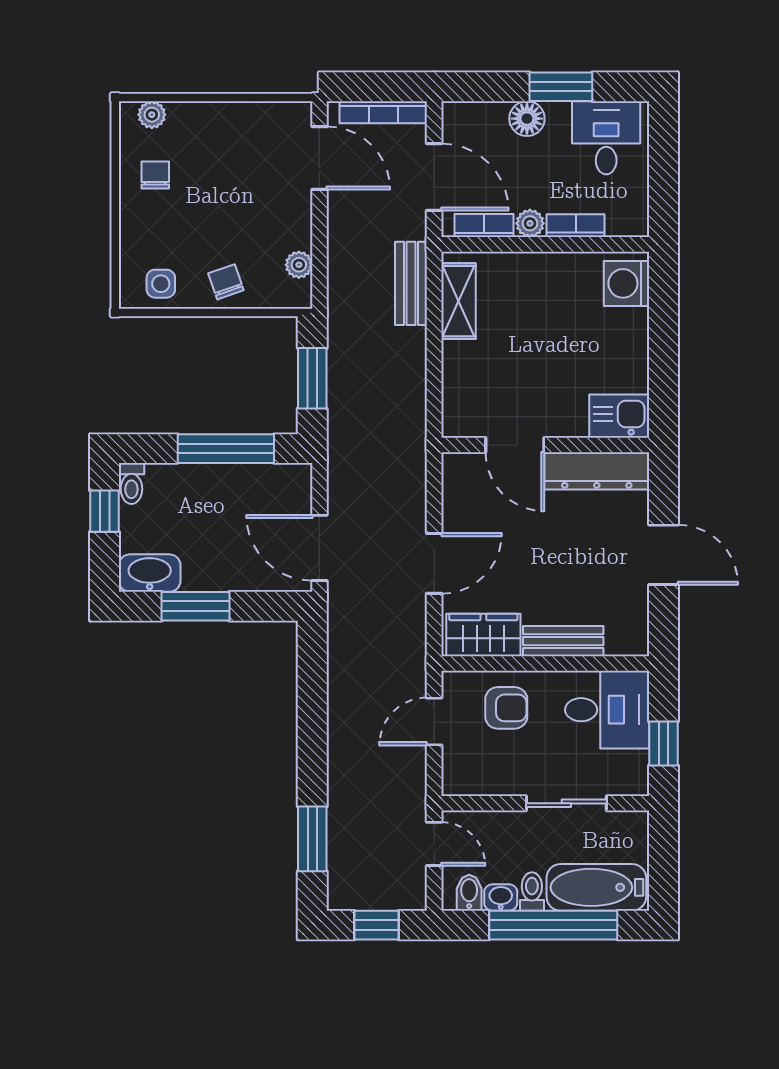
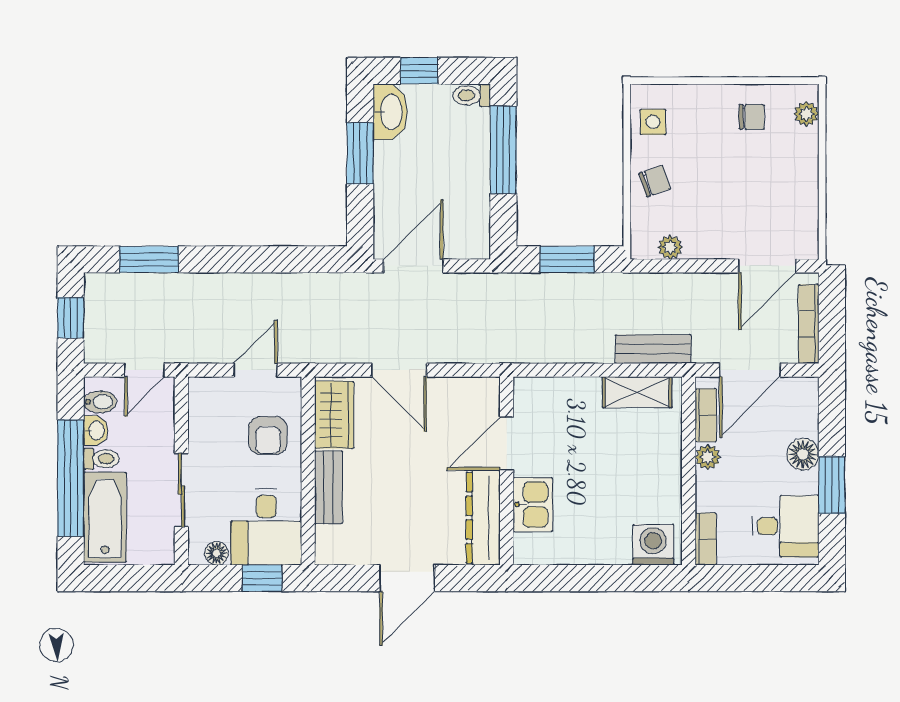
bookcase: (576, 226) -> (706, 539), moved
kitchen sink: (619, 416) -> (533, 505), moved
window: (226, 449) -> (503, 150), moved
window: (104, 511) -> (419, 71), moved
door: (434, 721) -> (256, 370), hinge flipped
window: (663, 743) -> (262, 578), moved
floor lamp: (636, 765) -> (217, 553), added

